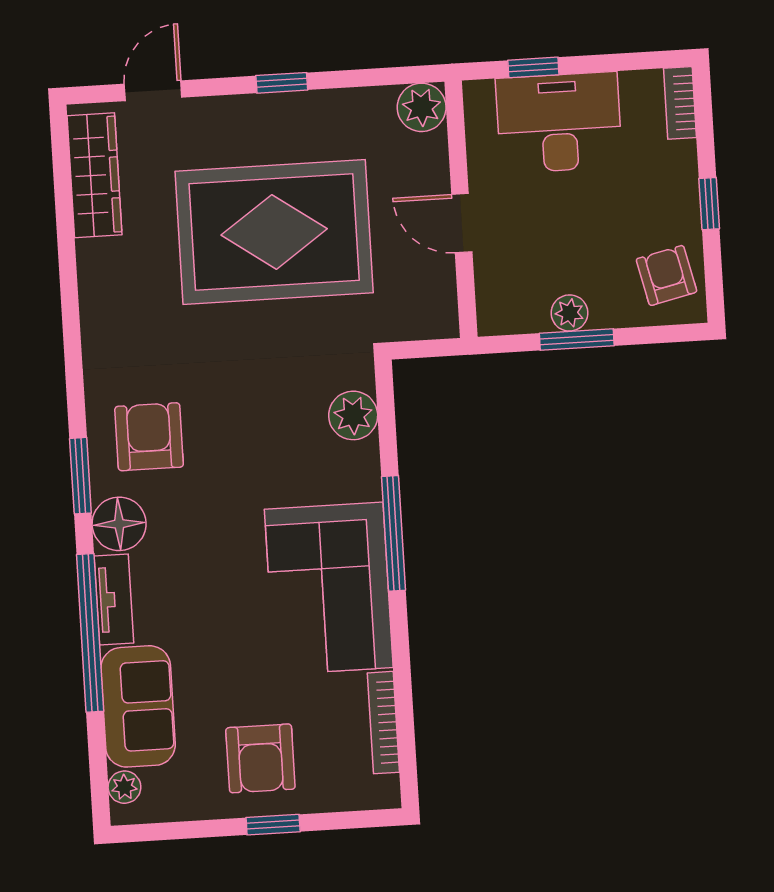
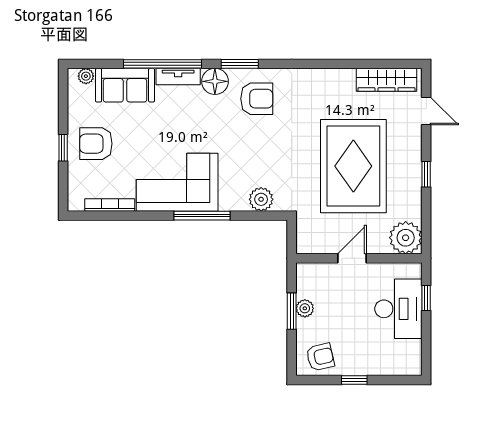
bookcase: (680, 103) -> (404, 369), removed
plant: (422, 107) -> (406, 238), width x1.36, depth x1.36

